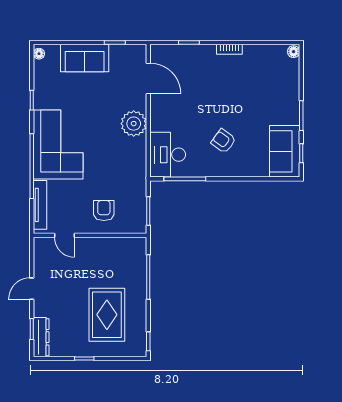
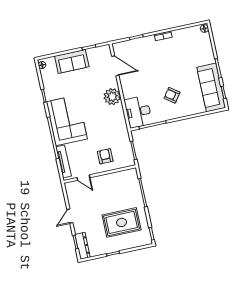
sofa: (285, 151) -> (211, 87), width x1.36
rug: (107, 315) -> (122, 222), turned 90

